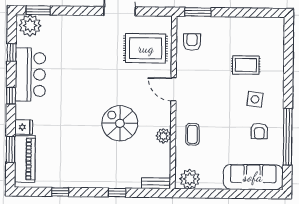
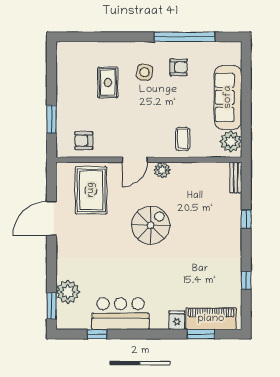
window: (198, 12) -> (52, 119), moved
plant: (30, 25) -> (68, 292), moved
window: (11, 96) -> (143, 334), removed
spiral stairs: (120, 123) -> (151, 225), moved, turned 180
coffee table: (192, 134) -> (183, 139), turned 90
plant: (163, 136) -> (162, 170), moved
sofa: (253, 177) -> (228, 97), moved

